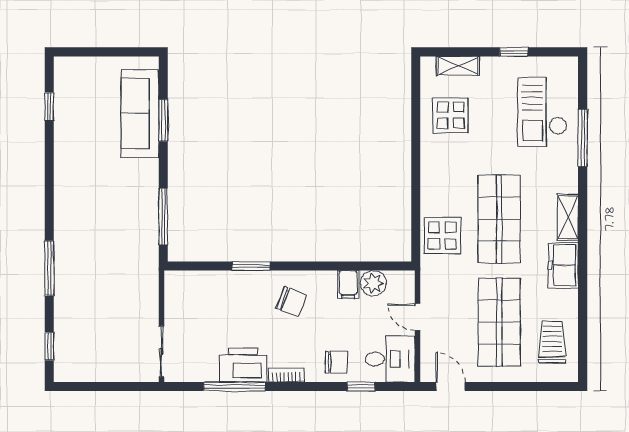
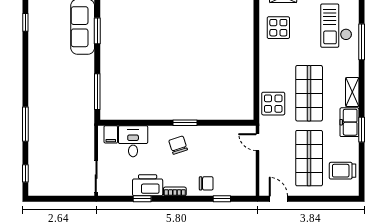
window: (251, 266) -> (185, 123), moved
window: (583, 277) -> (362, 130), added
plant: (373, 283) -> (230, 134), removed
filing cabinet: (348, 284) -> (111, 134), moved
chair: (291, 301) -> (178, 145), turned -129
door: (418, 317) -> (258, 142), moved
trolley: (552, 342) -> (343, 171), turned -90
desk: (390, 359) -> (133, 141), moved, turned -90
window: (234, 387) -> (142, 199), width x0.46

